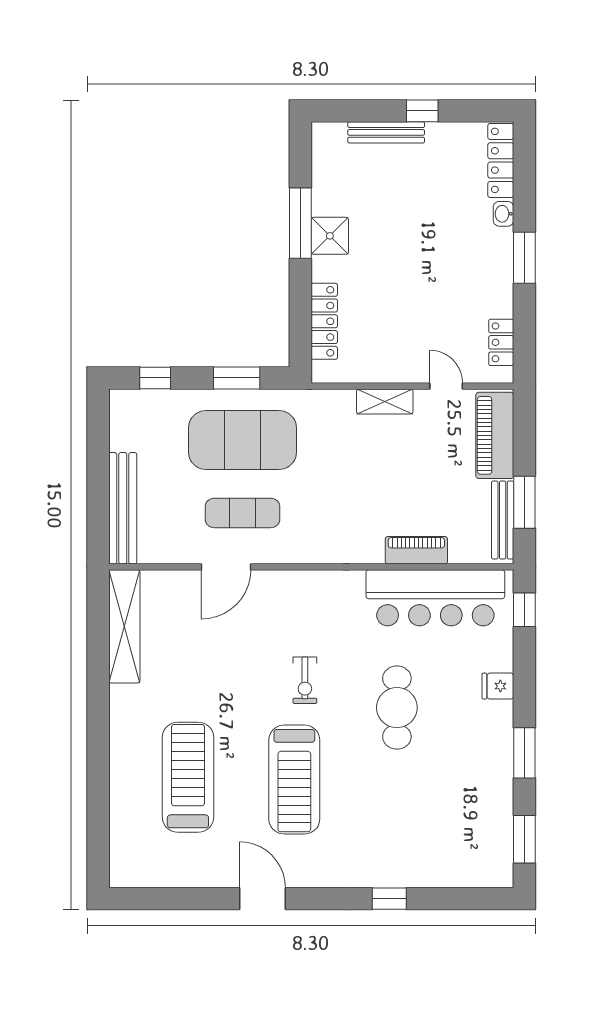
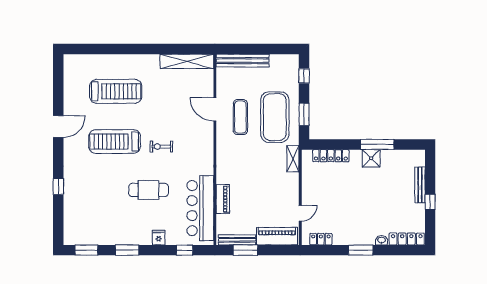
shelving: (385, 401) -> (293, 159), moved
window: (524, 610) -> (184, 250), moved

